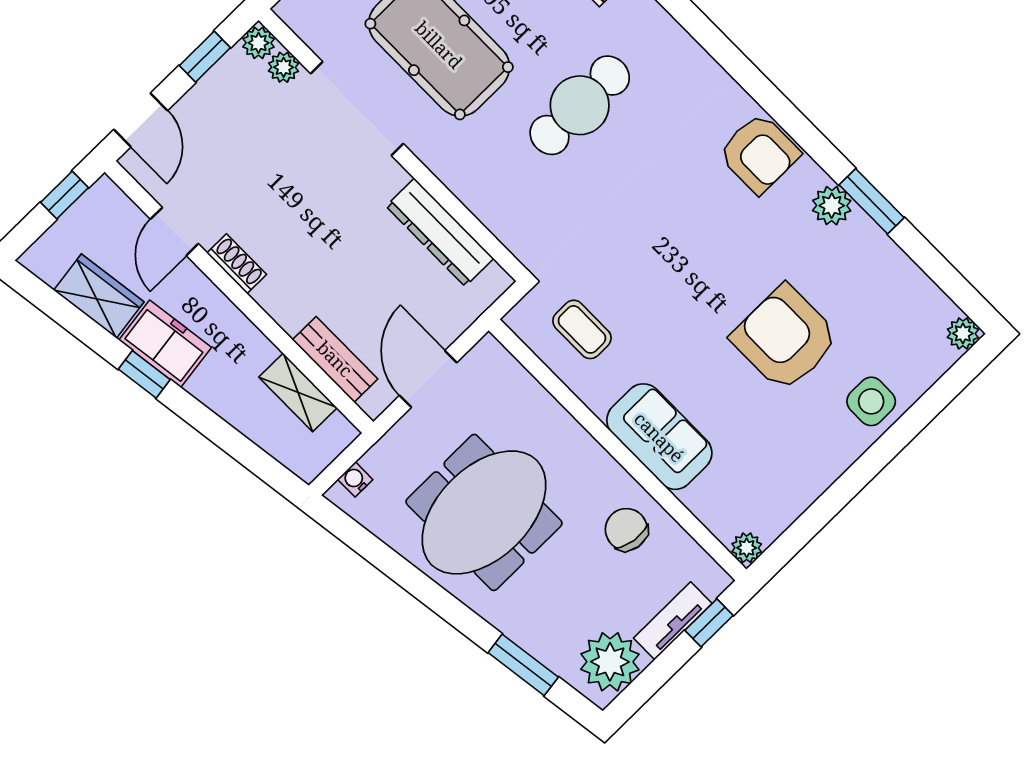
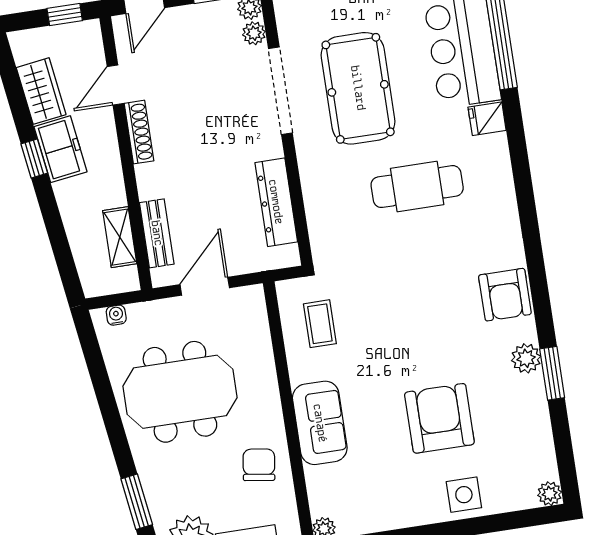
shoe rack: (237, 264) -> (139, 132), width x1.43

